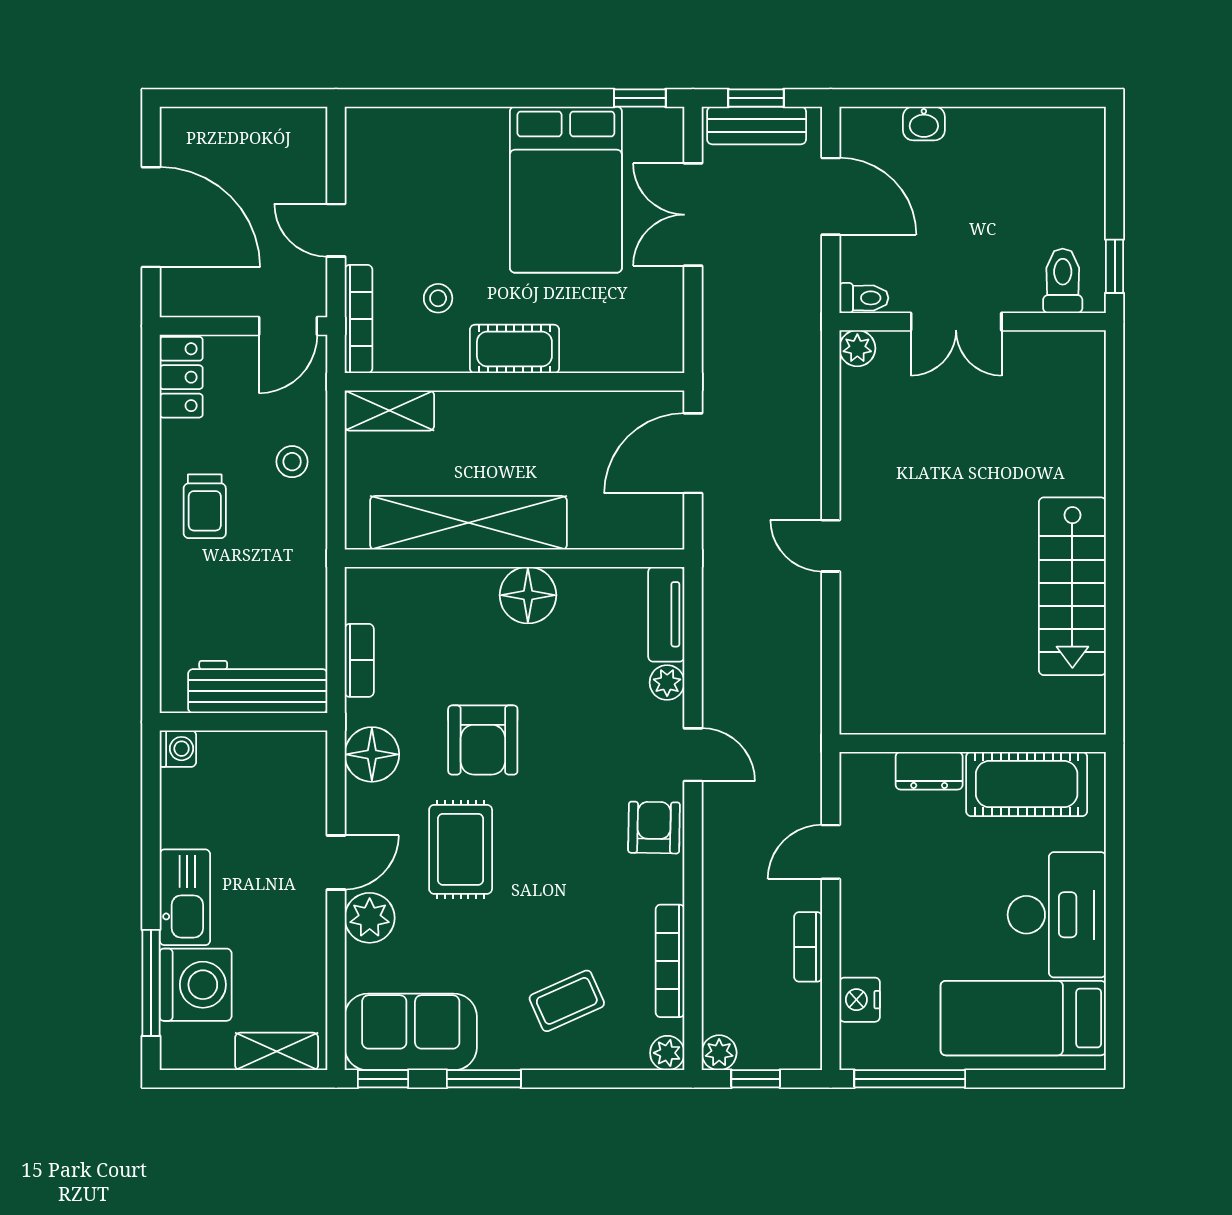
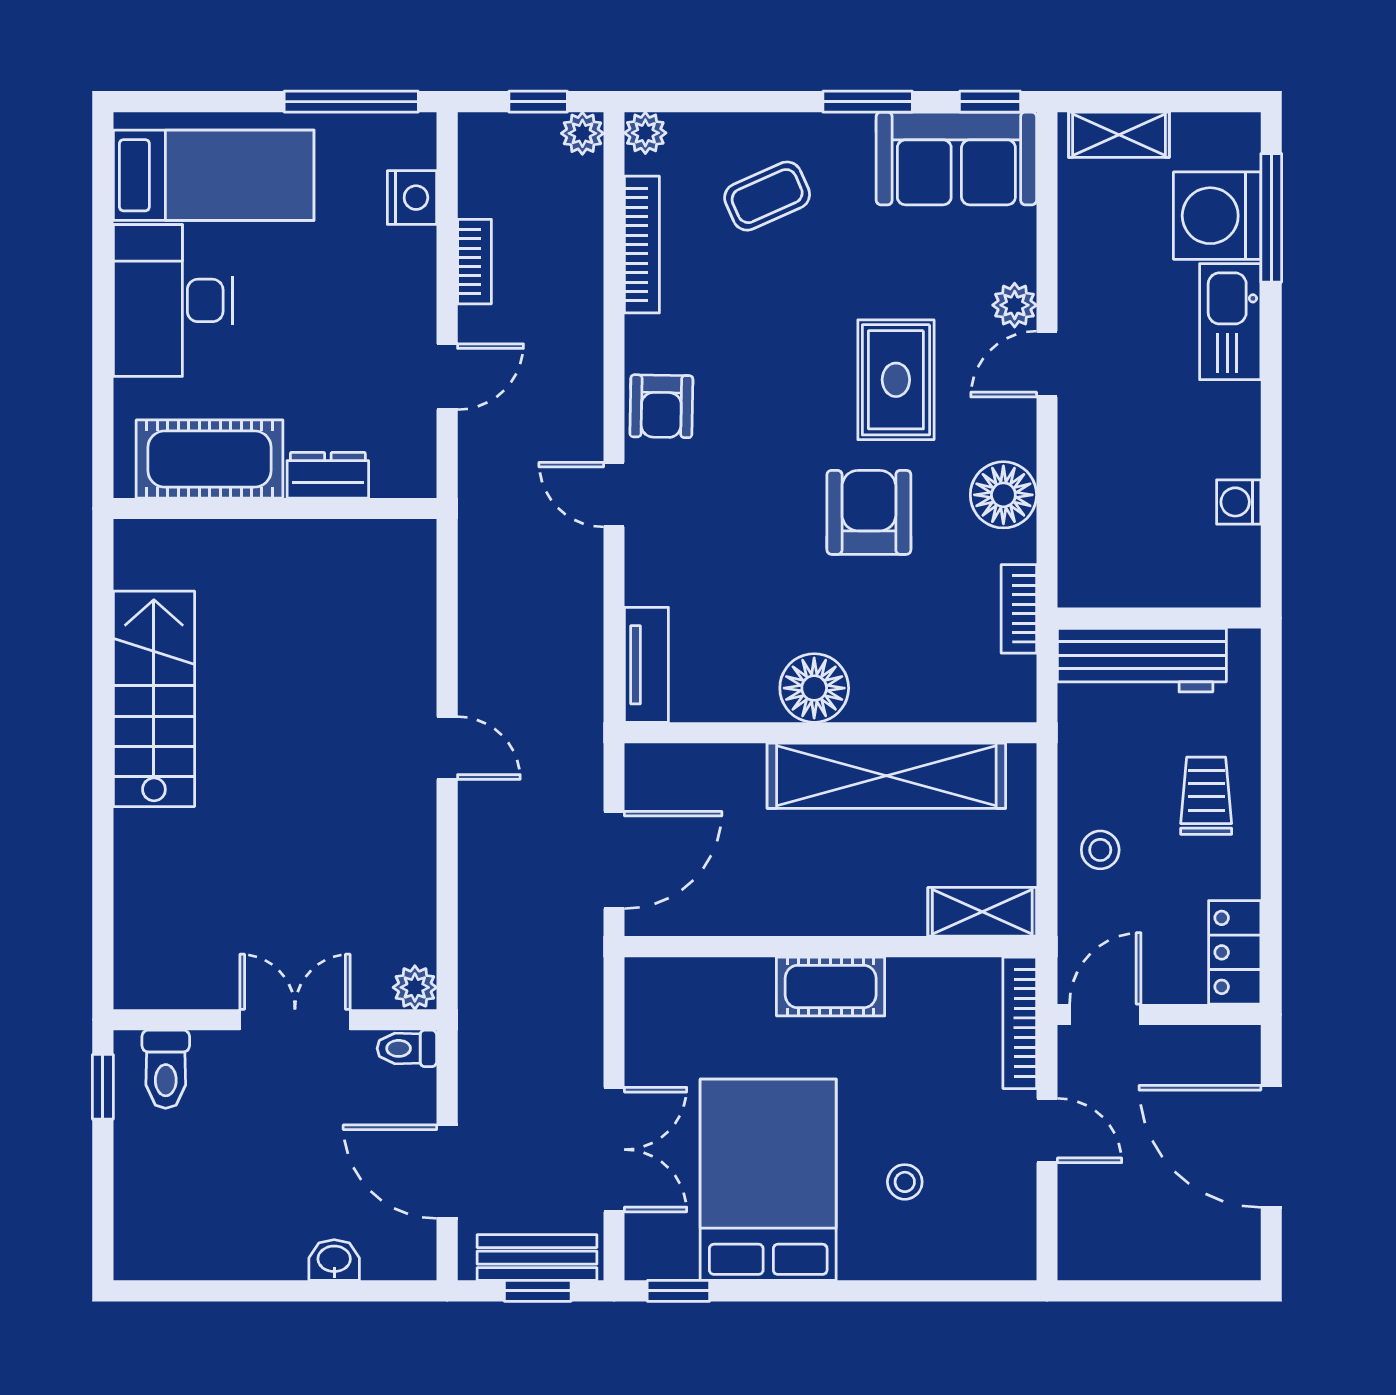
stool: (438, 298) -> (905, 1182), moved
plant: (667, 683) -> (646, 582), removed
workbench: (258, 687) -> (1142, 660), moved
wall: (243, 722) -> (1159, 618), moved
plant: (370, 918) -> (1015, 305), width x0.73, depth x0.73

